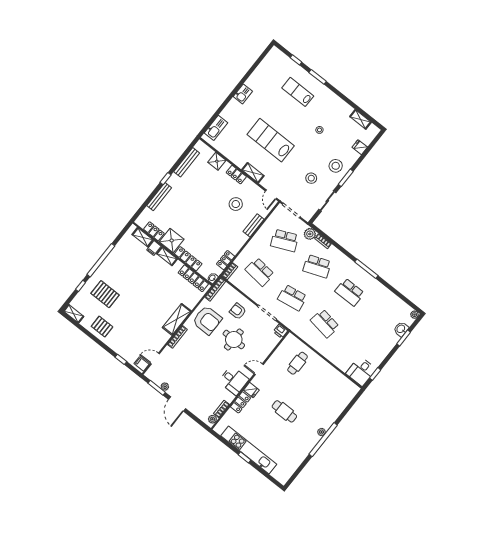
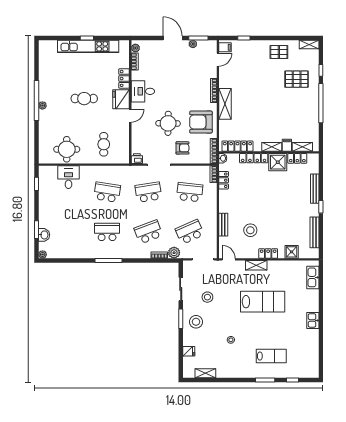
desk: (361, 371) -> (68, 177), moved
round table: (330, 382) -> (67, 149), added
fridge: (251, 390) -> (121, 99), width x1.88, depth x1.34

